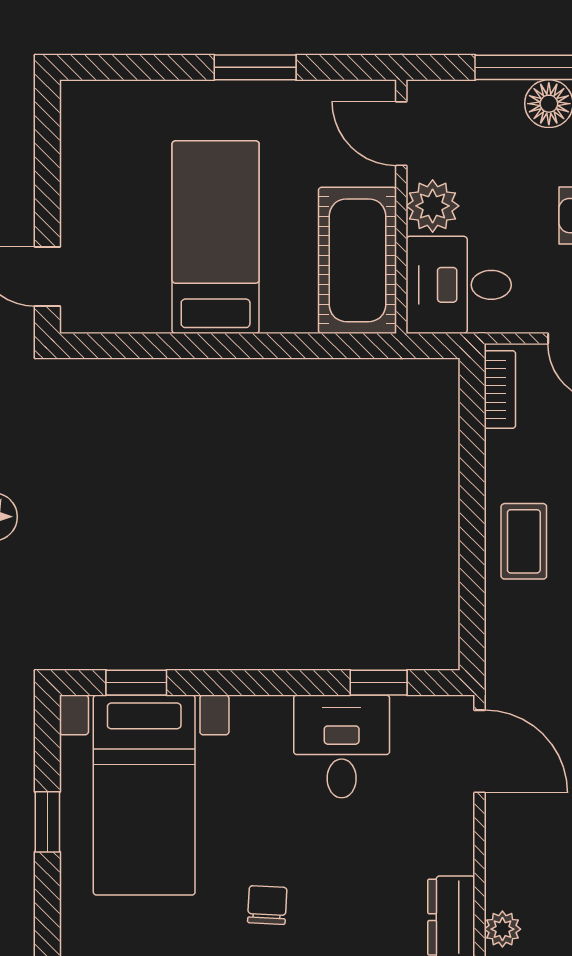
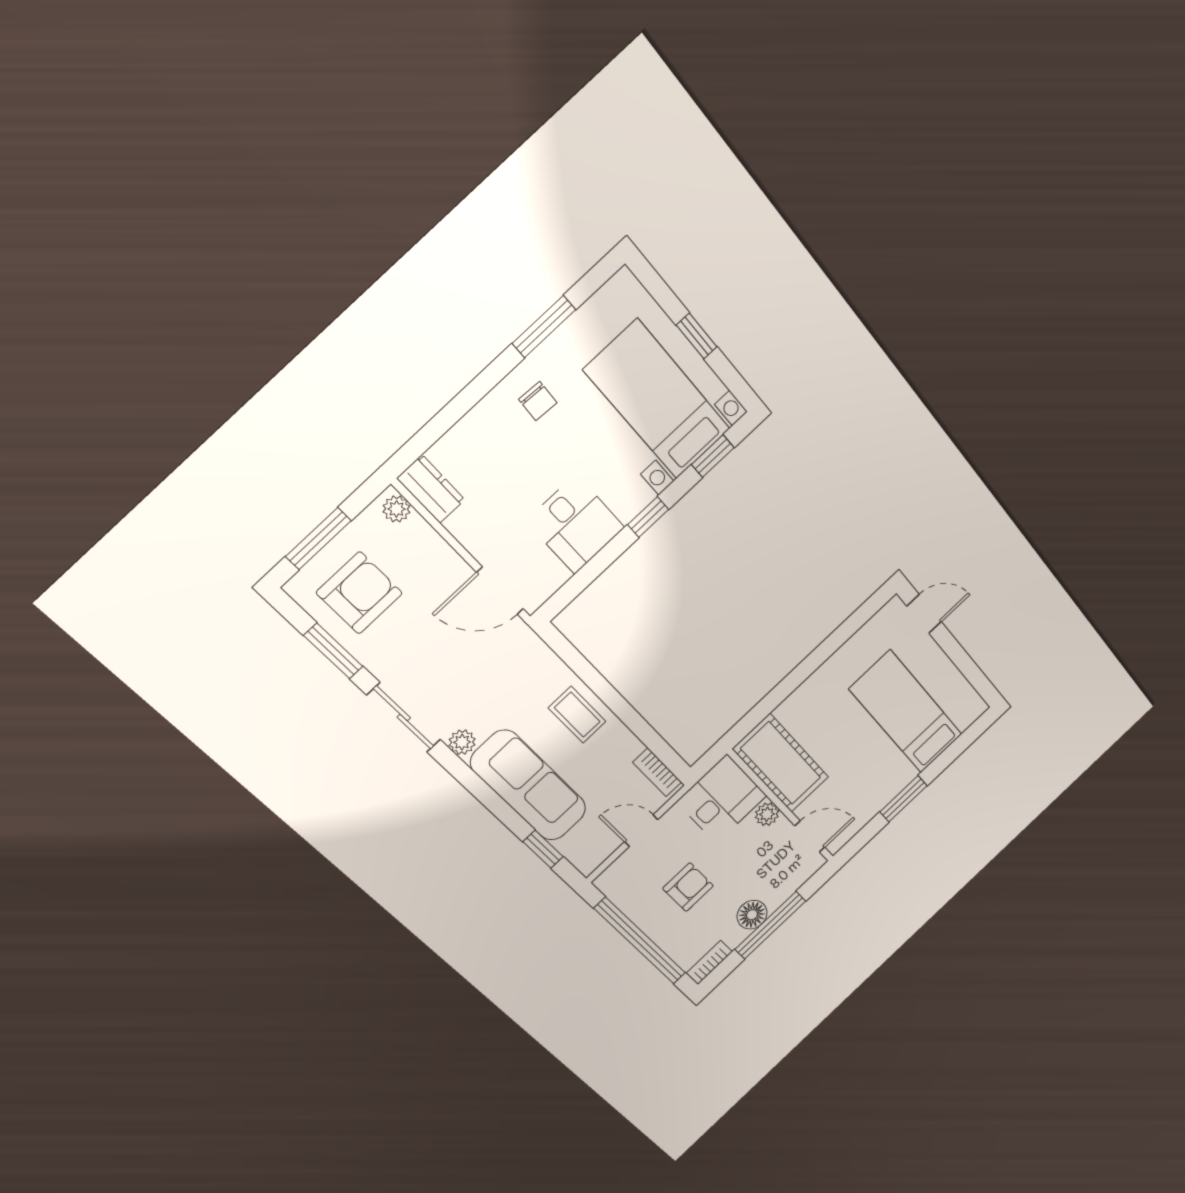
plant: (433, 206) -> (767, 814), width x0.73, depth x0.73
bed: (216, 237) -> (906, 712), moved, turned 180
window: (379, 683) -> (648, 517), moved

